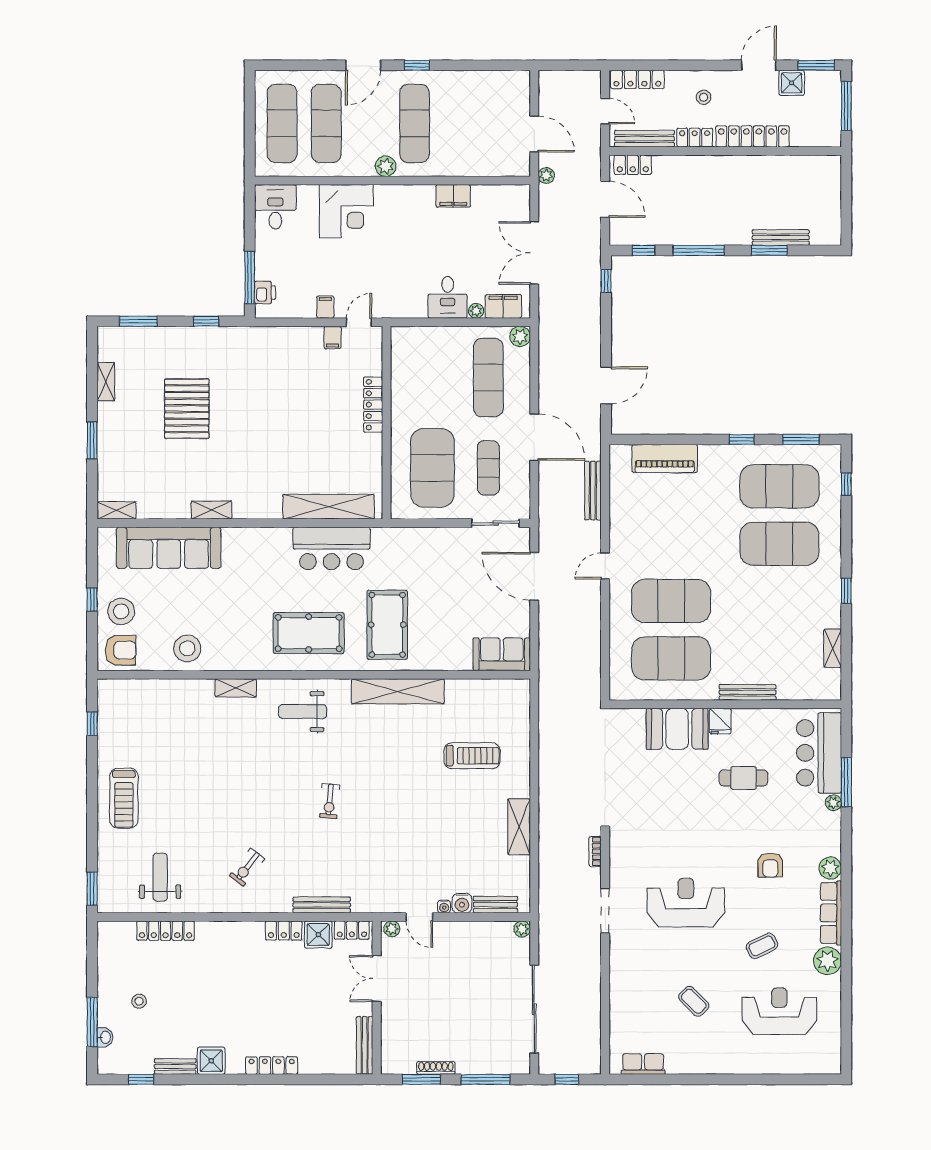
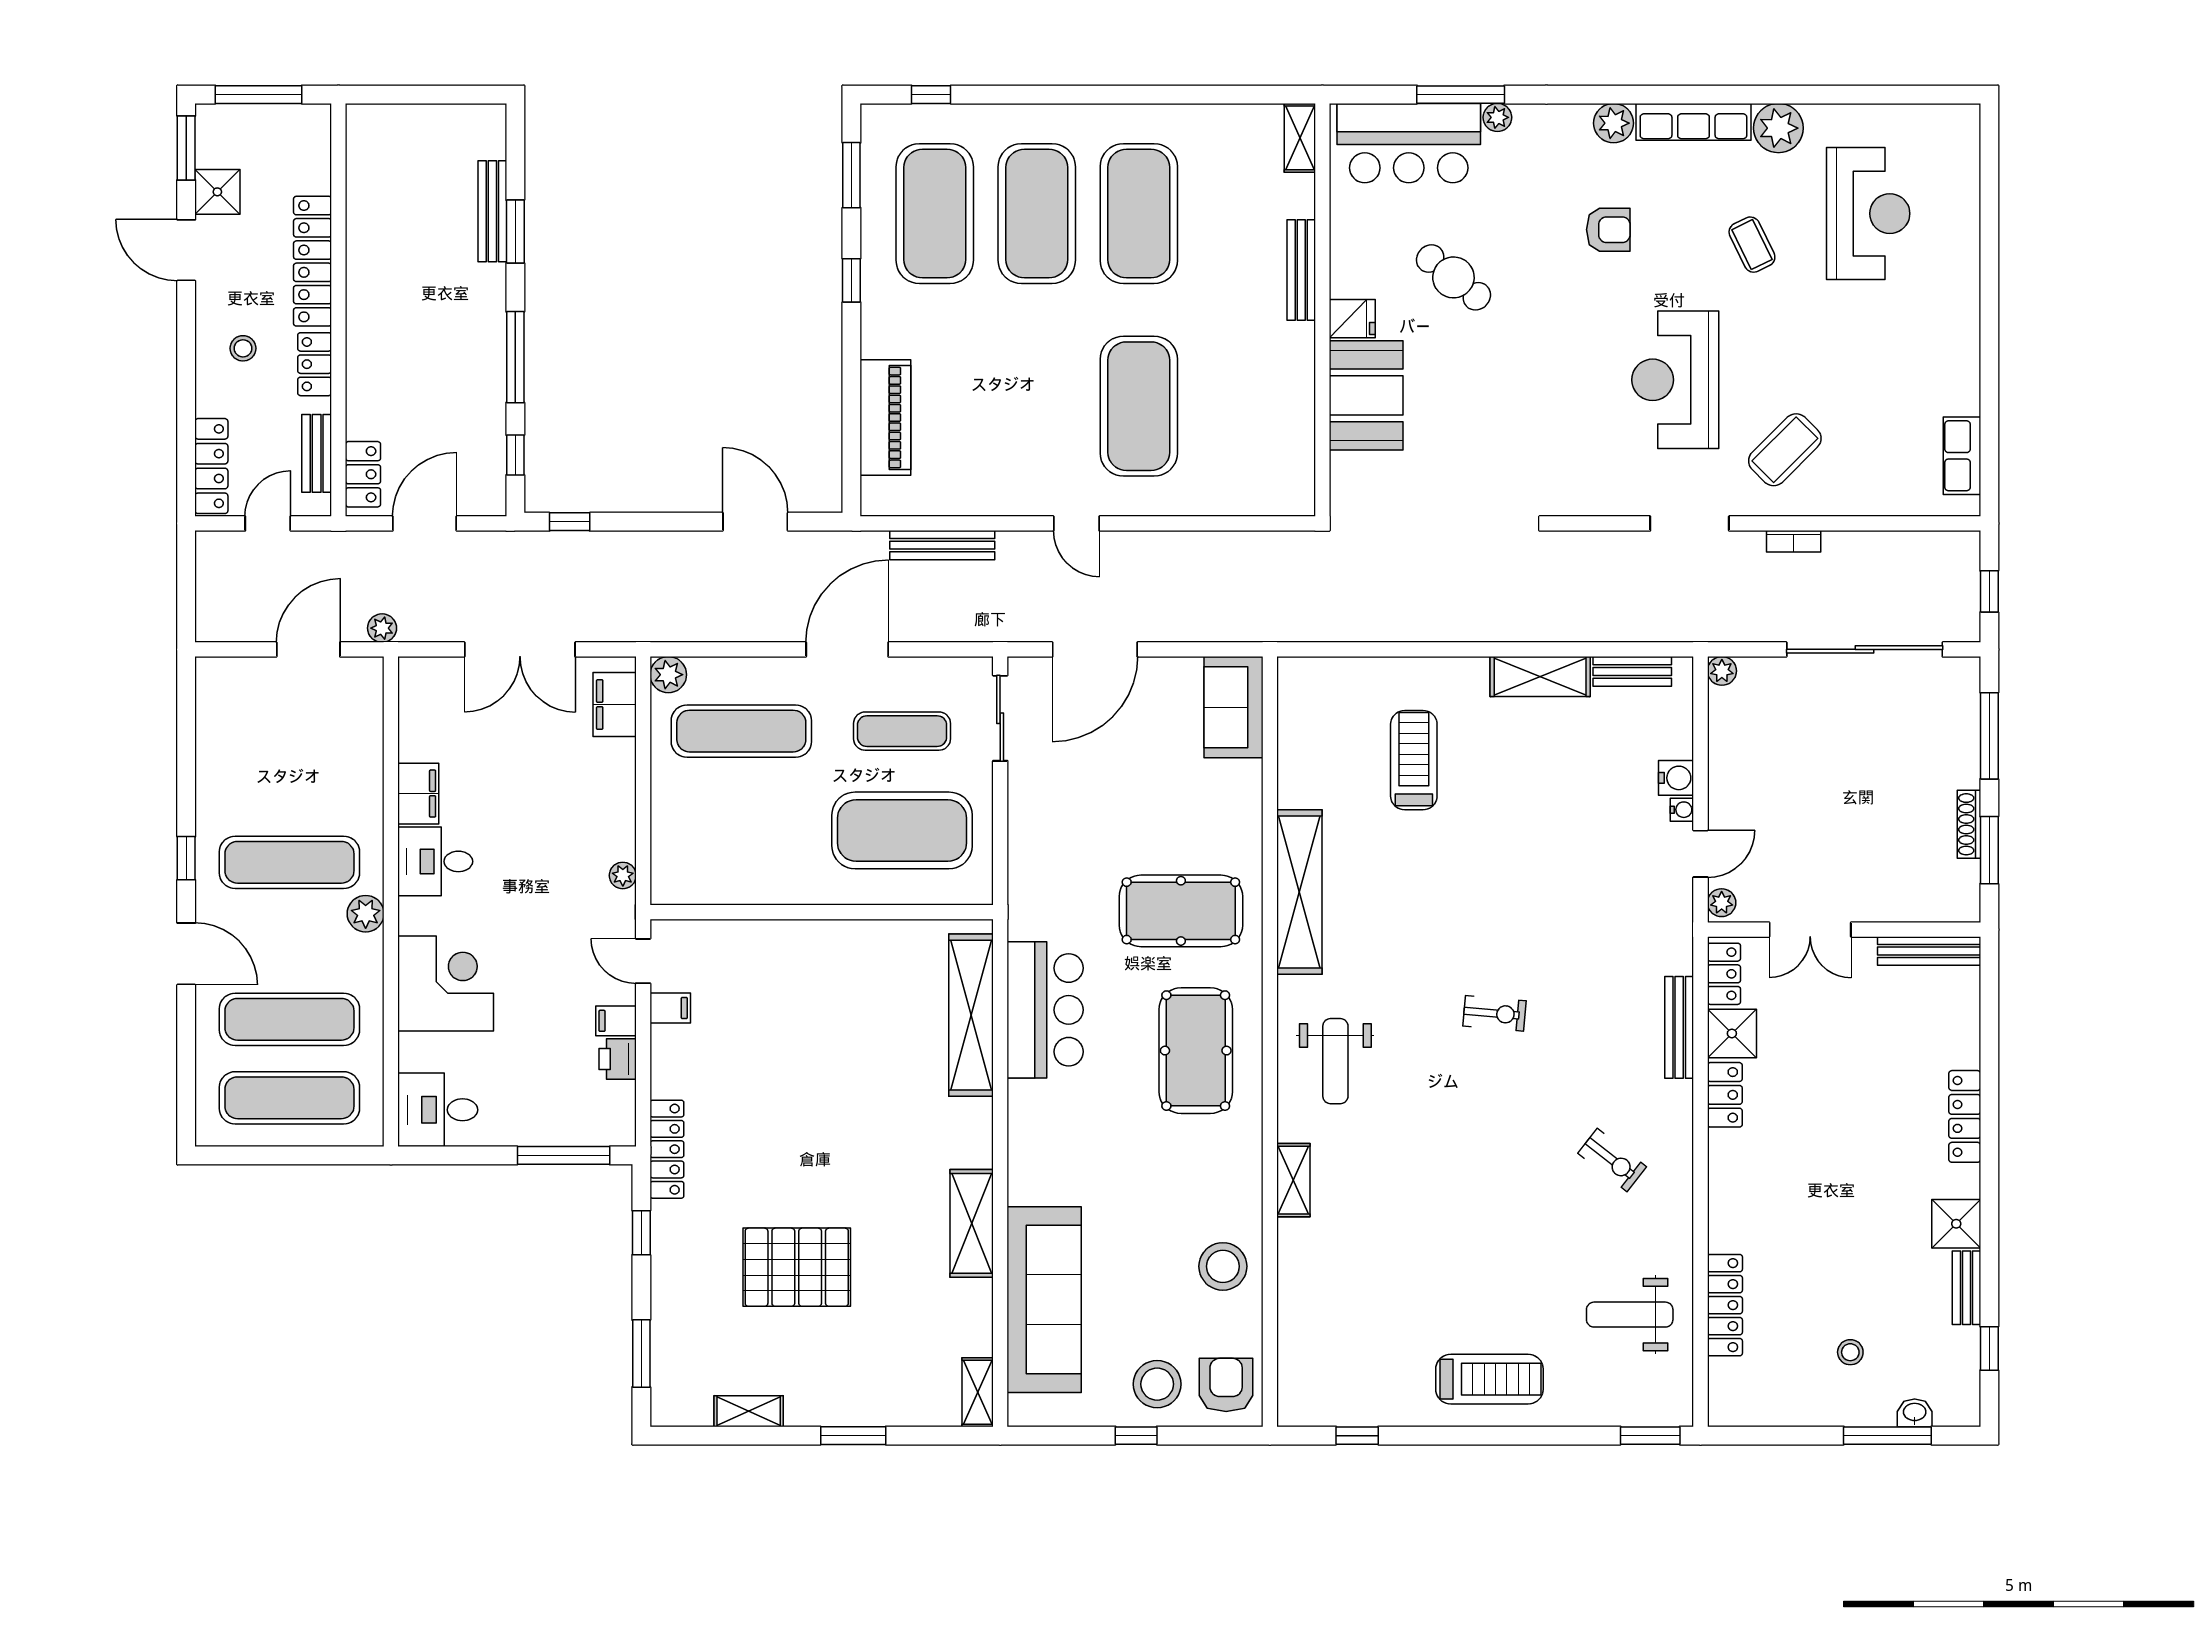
bench: (644, 139) -> (317, 453), width x0.73
printer: (265, 292) -> (618, 1059), moved, turned -90
desk: (448, 297) -> (435, 861), moved, turned 180
plant: (476, 311) -> (623, 875), moved
locker: (373, 405) -> (667, 1149), moved, turned -90
shelving: (211, 510) -> (972, 1223), width x1.50, depth x1.33
window: (846, 591) -> (1121, 95), removed
shelving: (833, 648) -> (1300, 138), moved, turned 90
exercise mat: (671, 658) -> (1139, 214), moved
cafe table: (743, 778) -> (1453, 277), turned -51
bookcase: (595, 851) -> (1794, 541), moved
bench: (495, 905) -> (1632, 671), moved, turned 90
coffee table: (694, 1001) -> (1785, 450), moved, width x1.36, depth x1.30
reception desk: (779, 1011) -> (1868, 214), turned 180

